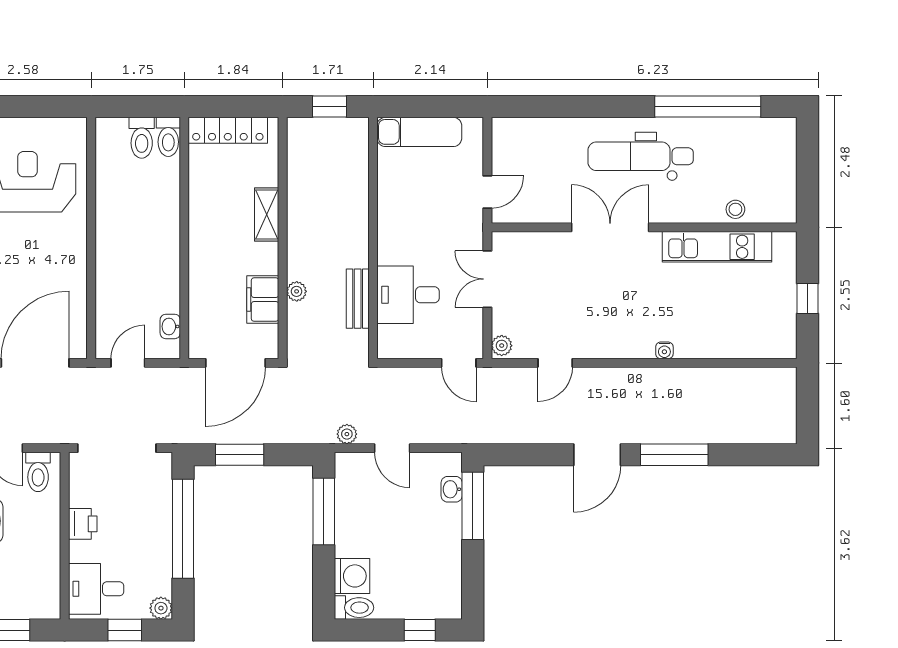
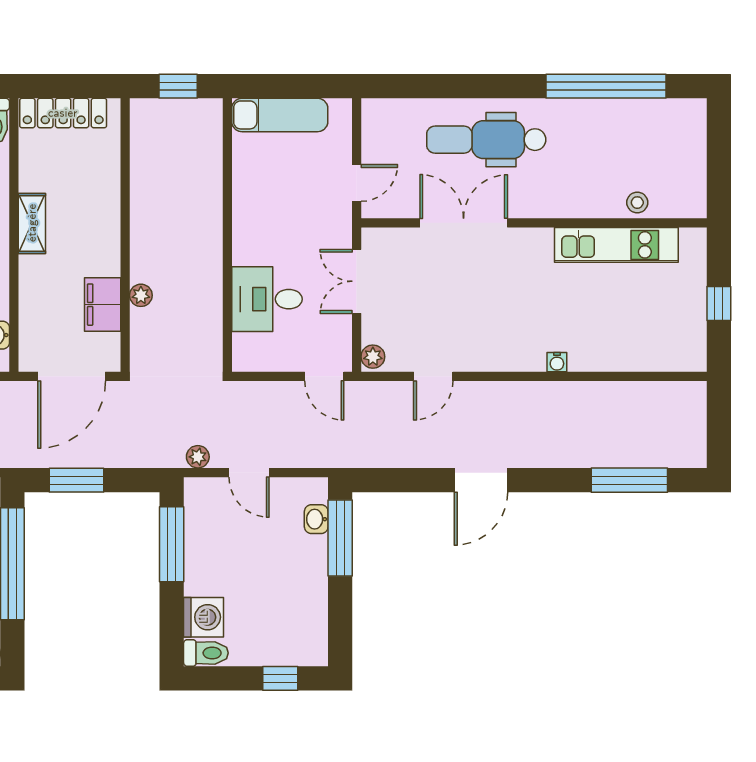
dental chair: (641, 156) -> (486, 140), moved
shelving: (267, 214) -> (32, 223), moved
double door: (610, 227) -> (464, 223), moved
bench: (358, 299) -> (210, 304), removed
window: (674, 455) -> (629, 480), moved

